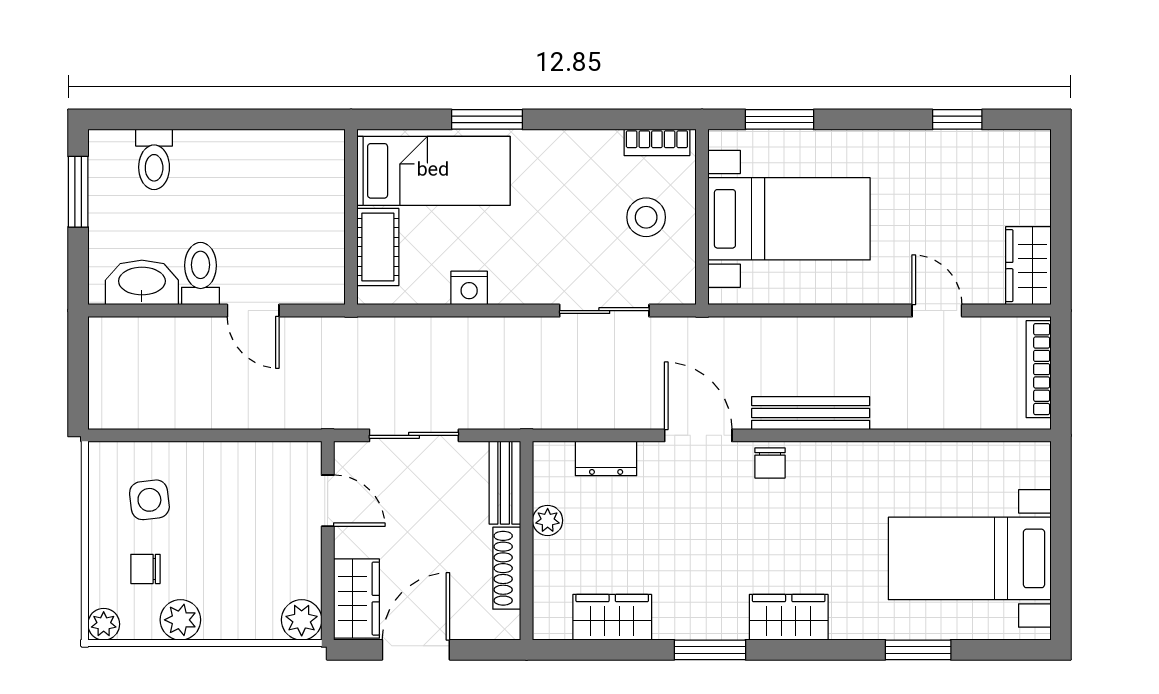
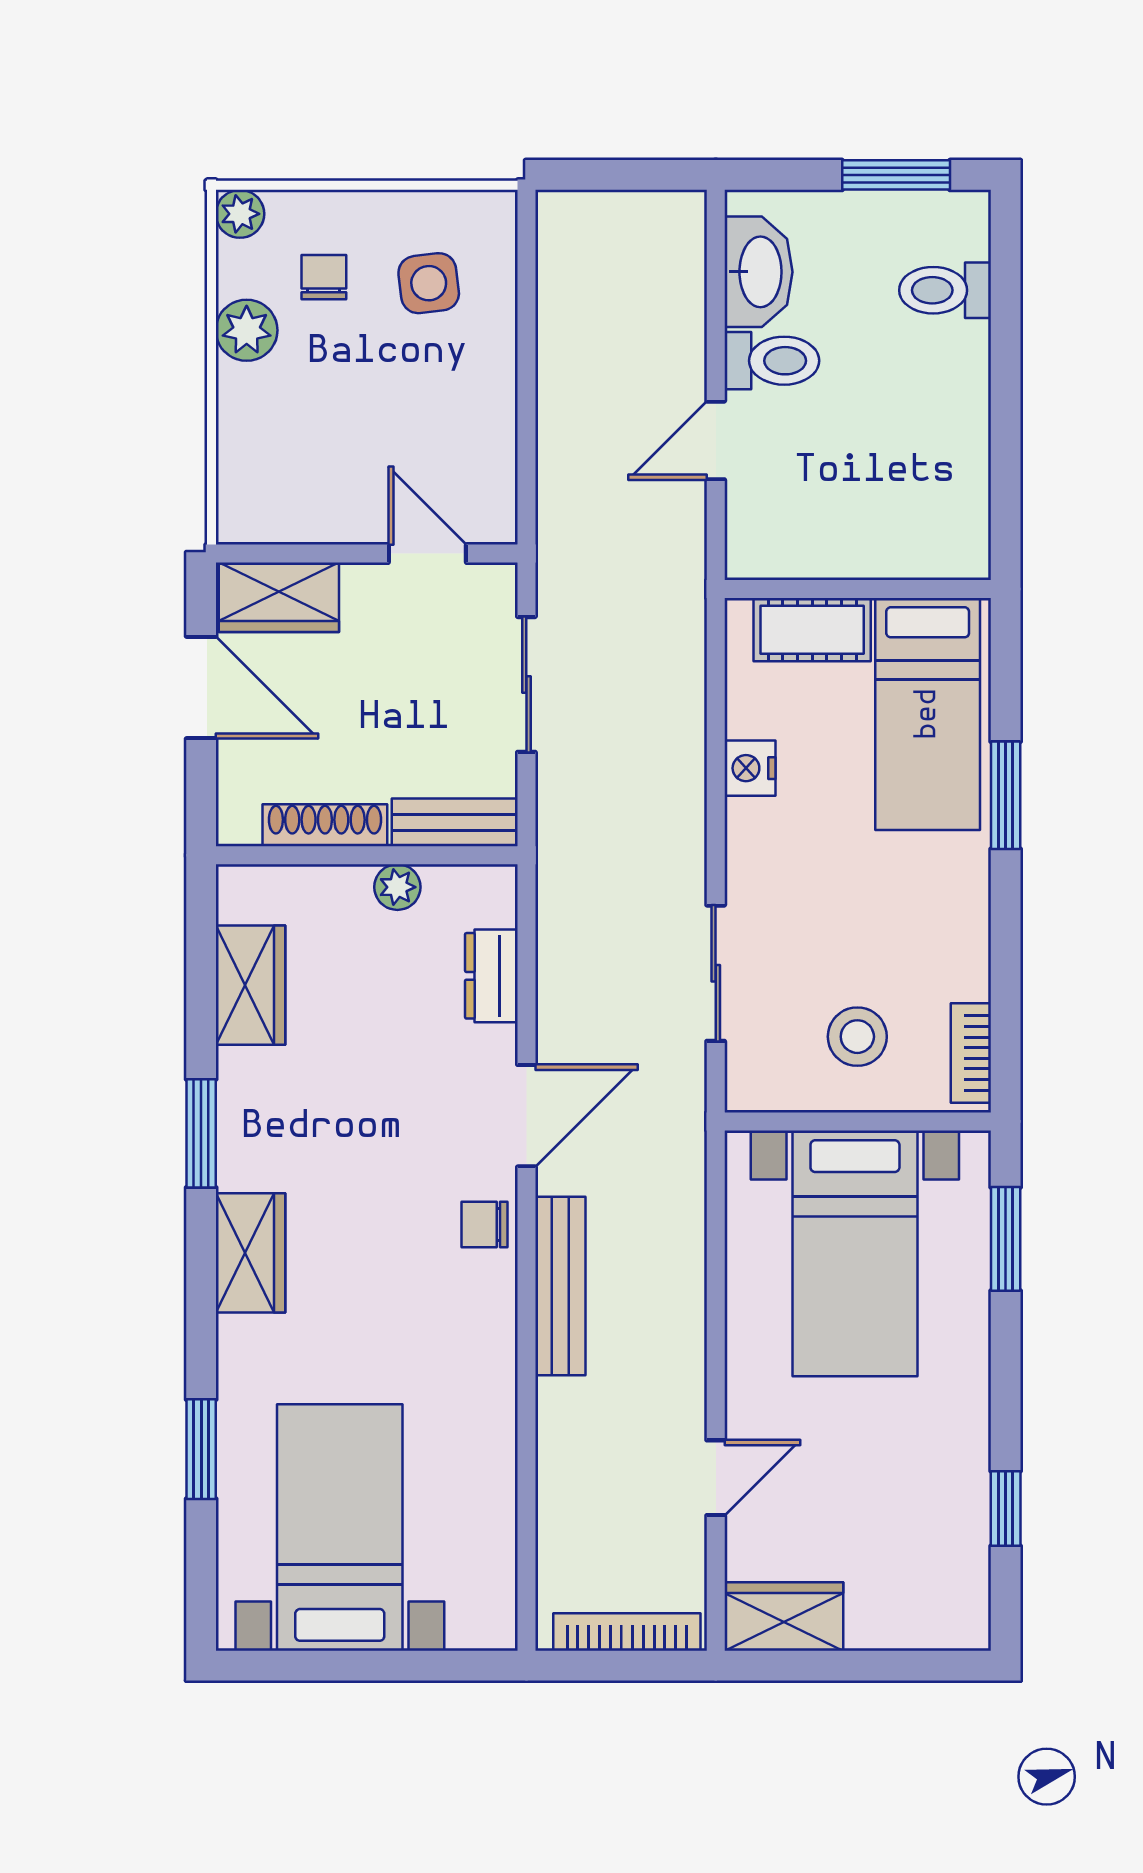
door: (328, 501) -> (427, 554), swing flipped
plant: (302, 620) -> (247, 514), removed

